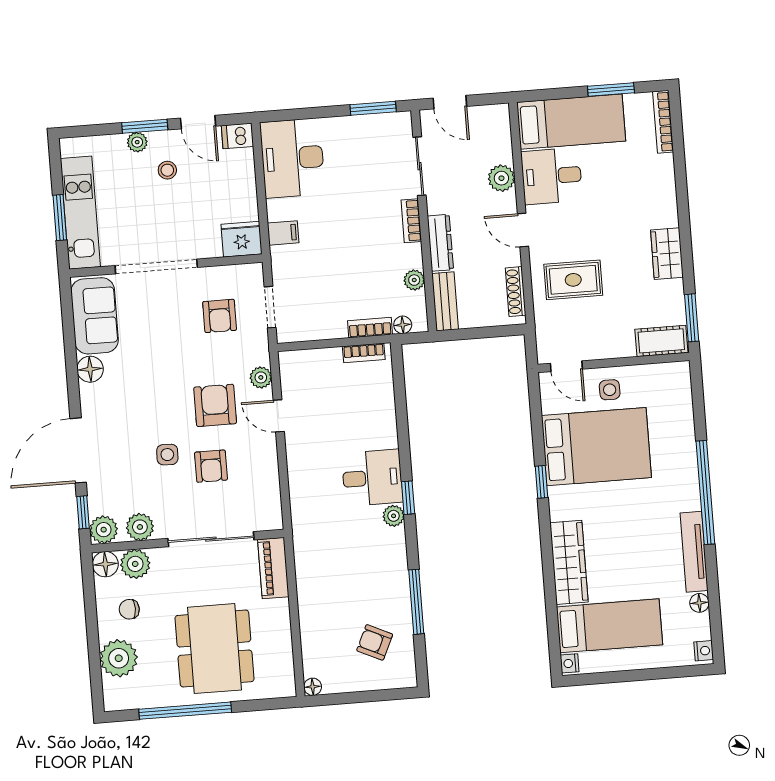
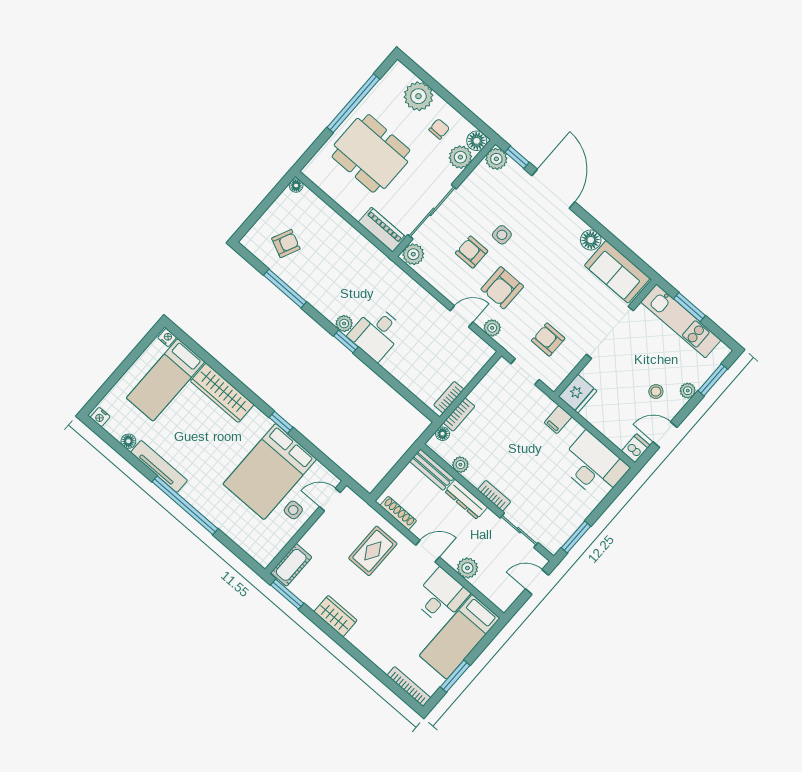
window: (145, 126) -> (713, 380), moved
armchair: (215, 405) -> (502, 288), turned 90
plant: (140, 527) -> (413, 254), moved

